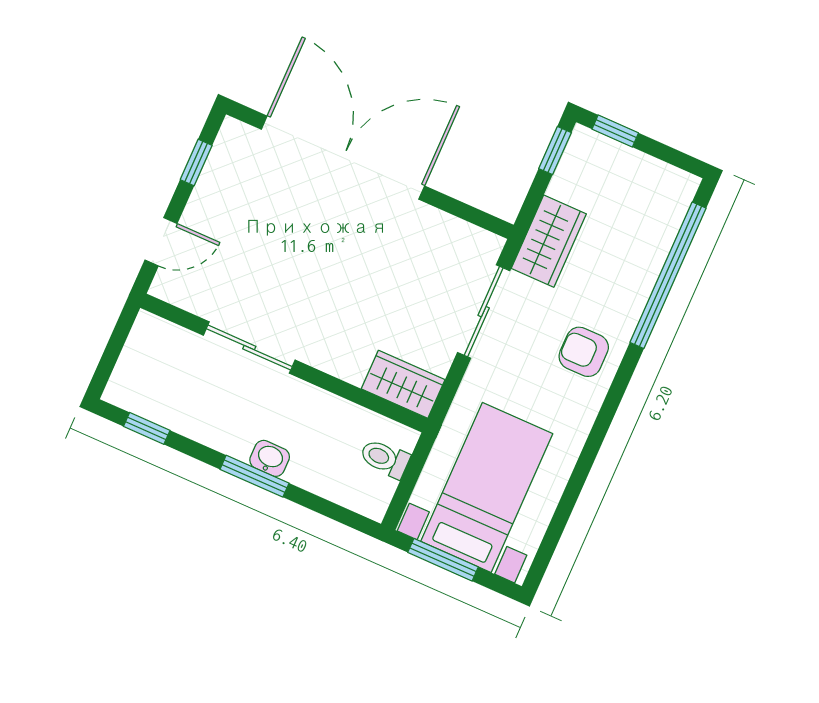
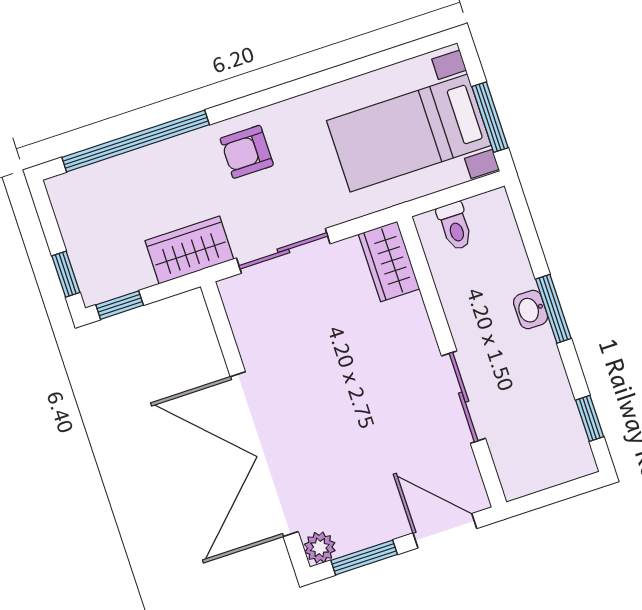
plant: (234, 136) -> (320, 547), added
window: (196, 162) -> (364, 557), width x1.50
door: (161, 242) -> (445, 531), width x1.38
armchair: (584, 352) -> (247, 152), turned 90

